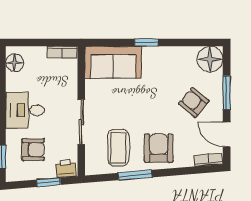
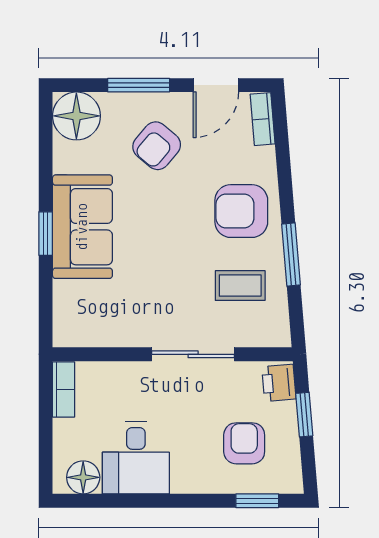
sofa: (113, 62) -> (82, 227), moved
desk: (25, 110) -> (136, 458), moved
coffee table: (118, 148) -> (240, 286), width x0.73, depth x0.77

